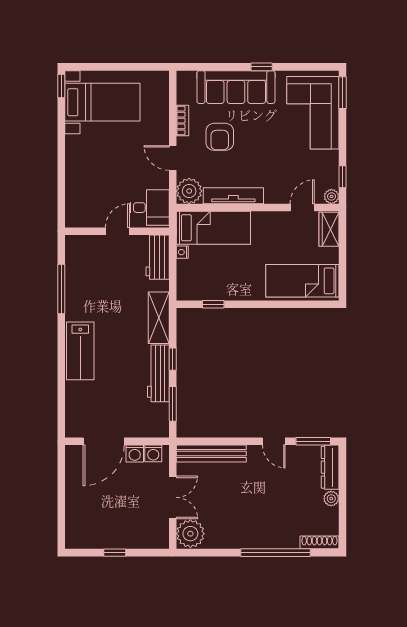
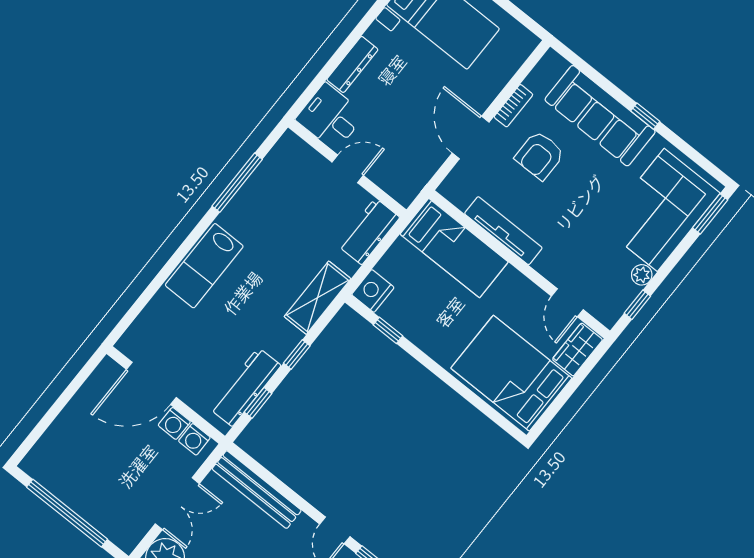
door: (173, 158) -> (471, 138), width x1.38
dresser: (73, 170) -> (352, 64), added
plant: (189, 191) -> (460, 187), removed
plant: (331, 196) -> (642, 275), moved
door: (302, 207) -> (567, 303), swing flipped
desk: (150, 208) -> (330, 117), moved, turned 180
nightstand: (182, 252) -> (373, 291), moved, width x1.89, depth x1.79
bed: (302, 281) -> (511, 373), width x1.50
workbench: (158, 373) -> (245, 387), moved
window: (173, 404) -> (258, 403), width x0.67
window: (115, 553) -> (67, 513), width x3.17

